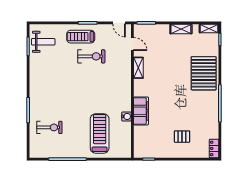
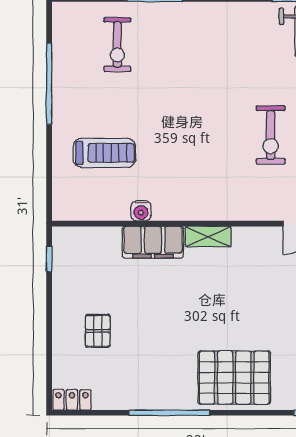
shelving: (138, 68) -> (208, 237), moved
treadmill: (100, 133) -> (104, 153), width x0.73, depth x0.73

